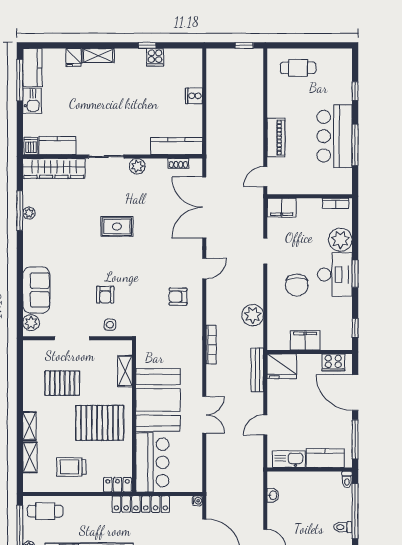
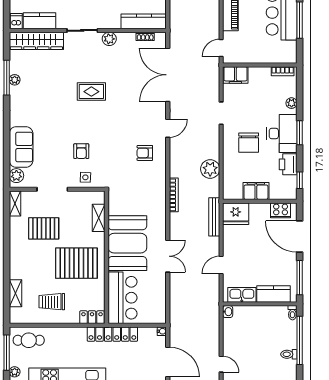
plant: (340, 240) -> (291, 103), width x0.53, depth x0.53
printer: (342, 310) -> (288, 164), added
shelving: (29, 426) -> (15, 203), moved
washbasin: (273, 495) -> (228, 312), moved

